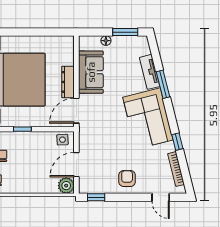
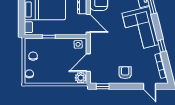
door: (76, 111) -> (88, 23), swing flipped

